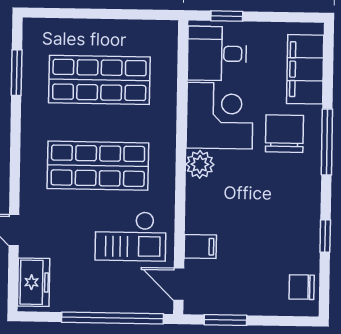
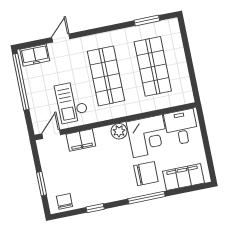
window: (227, 16) -> (203, 128), removed
filing cabinet: (200, 247) -> (81, 140), width x2.00
window: (112, 318) -> (21, 82), moved
window: (225, 320) -> (41, 184), moved

